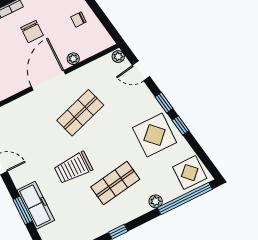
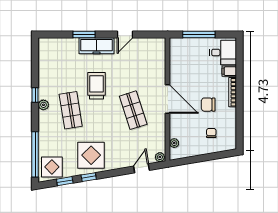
chair: (78, 20) -> (211, 133), moved
plant: (73, 59) -> (174, 143), moved
window: (164, 103) -> (65, 181), moved
plant: (156, 201) -> (43, 105), moved
freezer: (36, 205) -> (97, 46), moved

